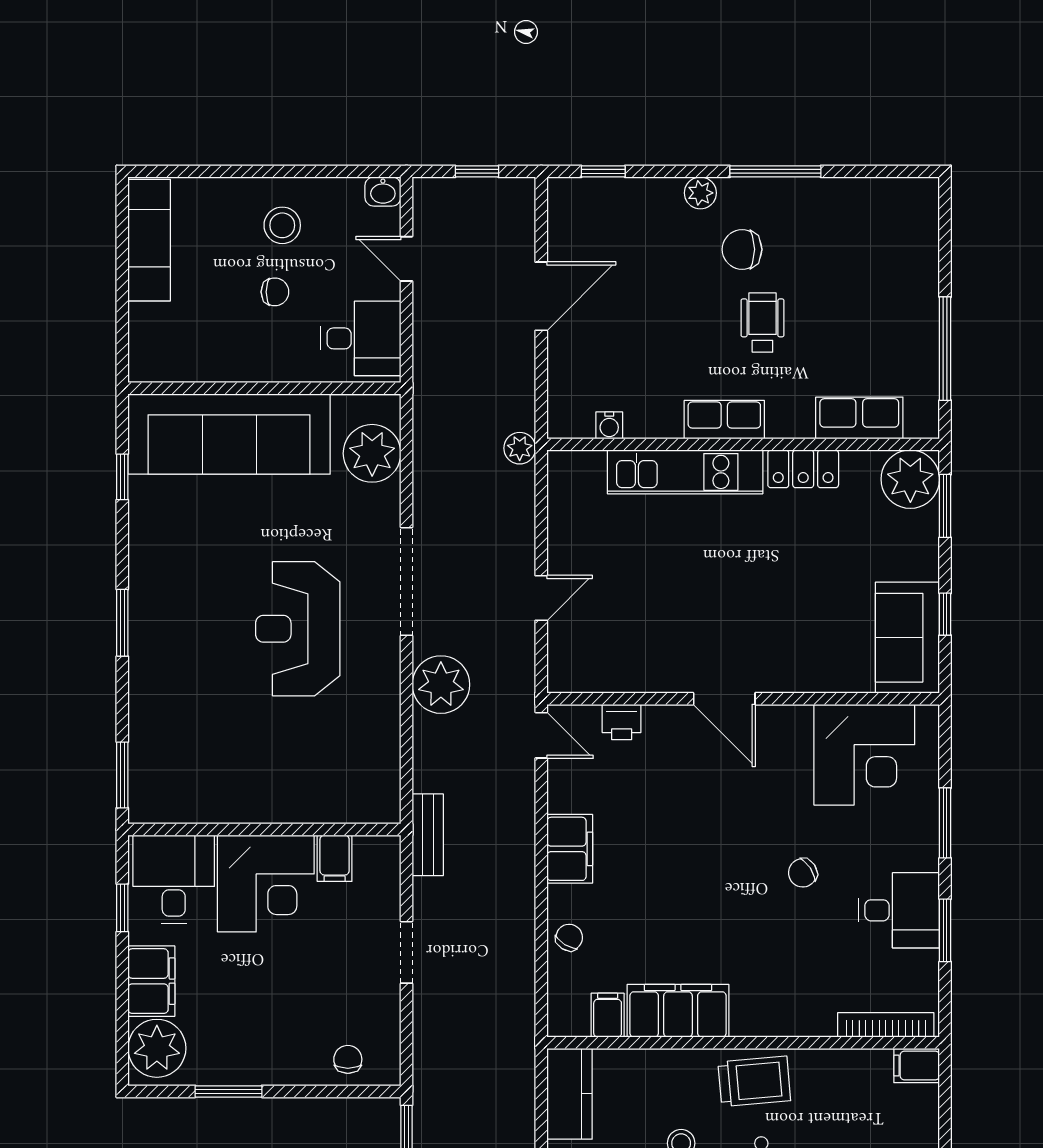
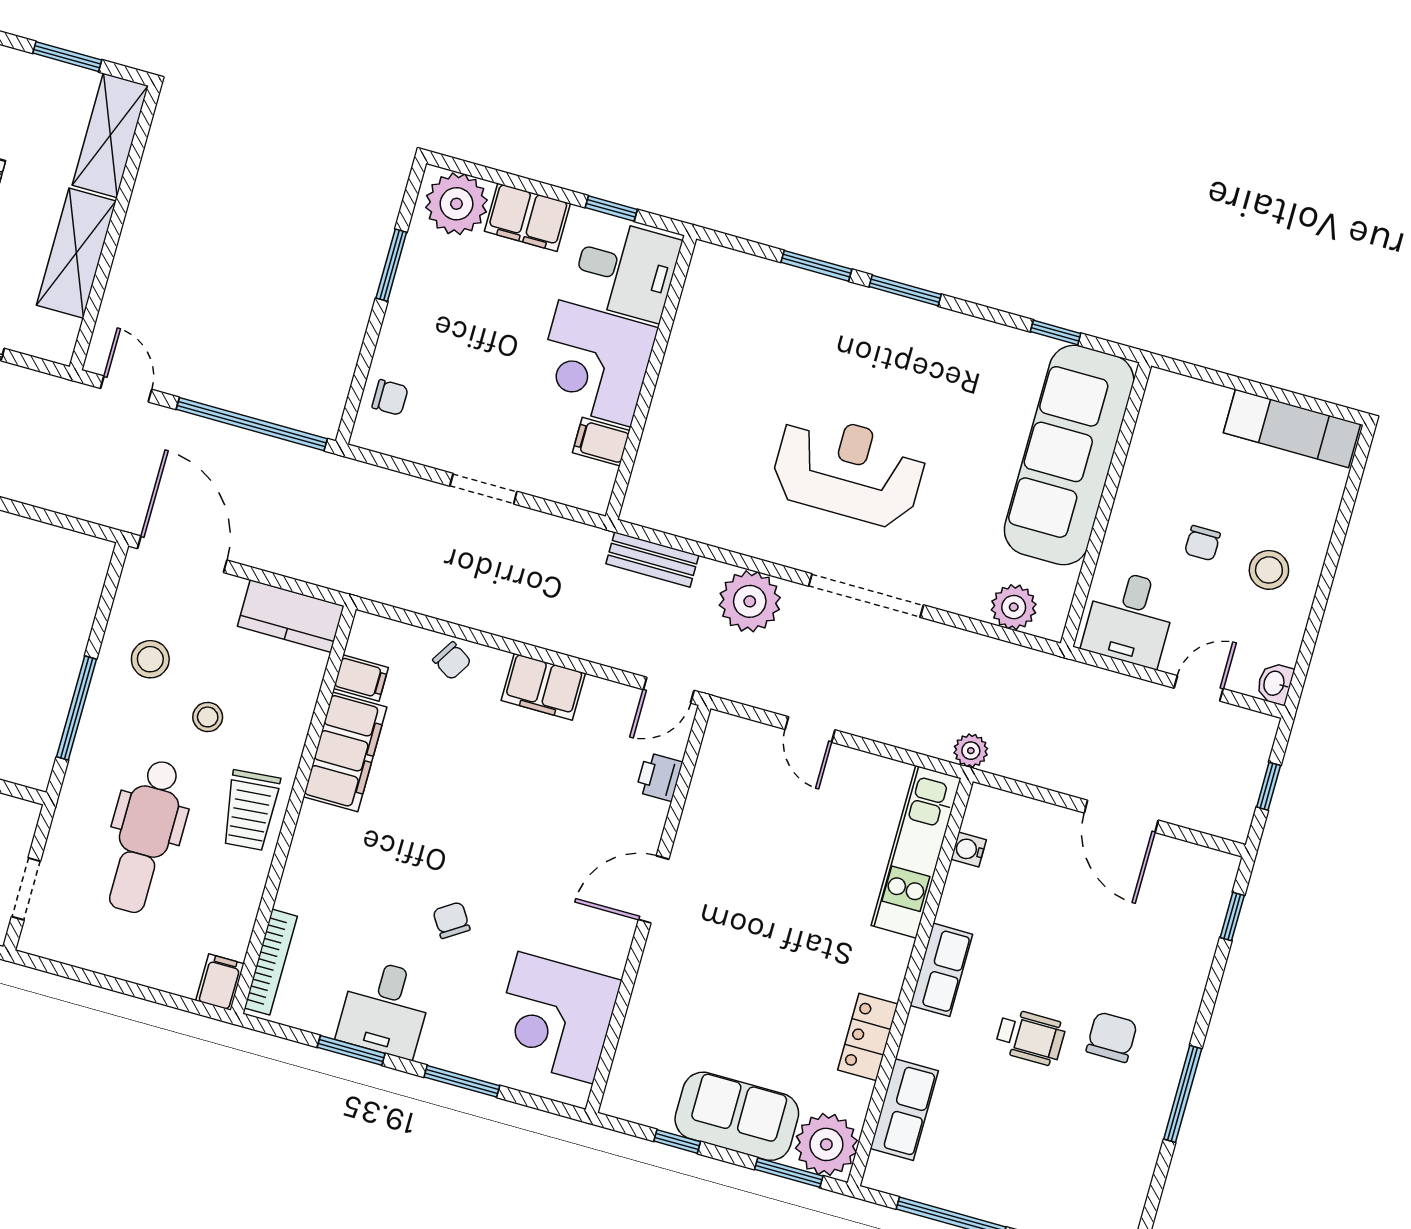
plant: (700, 193) -> (1182, 1010), removed
plant: (372, 453) -> (1014, 607), width x0.73, depth x0.73
kitchen unit: (685, 472) -> (916, 852), moved
sofa: (907, 638) -> (737, 1116), moved
window: (122, 775) -> (816, 266), moved
bench: (428, 835) -> (652, 559), moved

